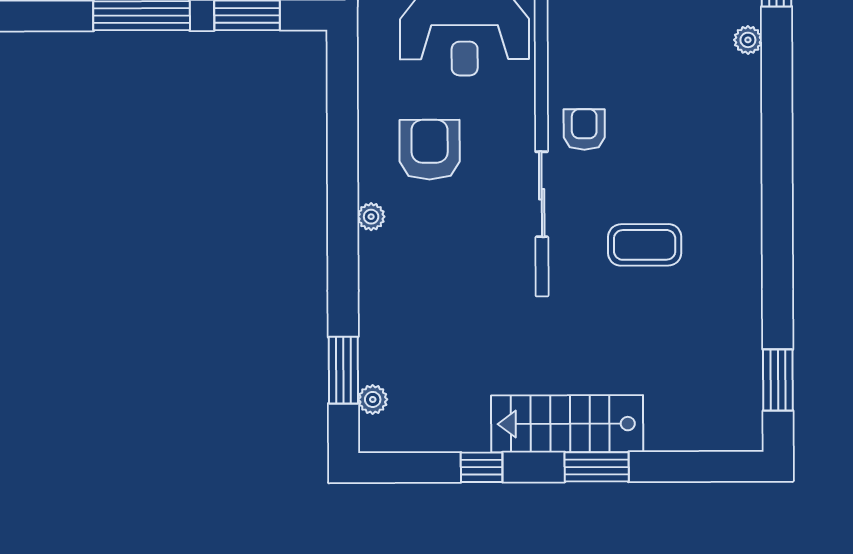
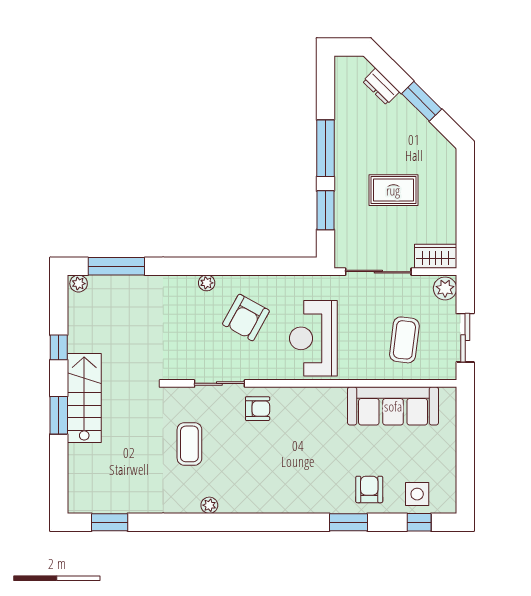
plant: (748, 40) -> (209, 505), moved
armchair: (430, 150) -> (246, 318), turned 119
window: (343, 370) -> (116, 266), width x1.44
plant: (373, 399) -> (79, 284), moved

